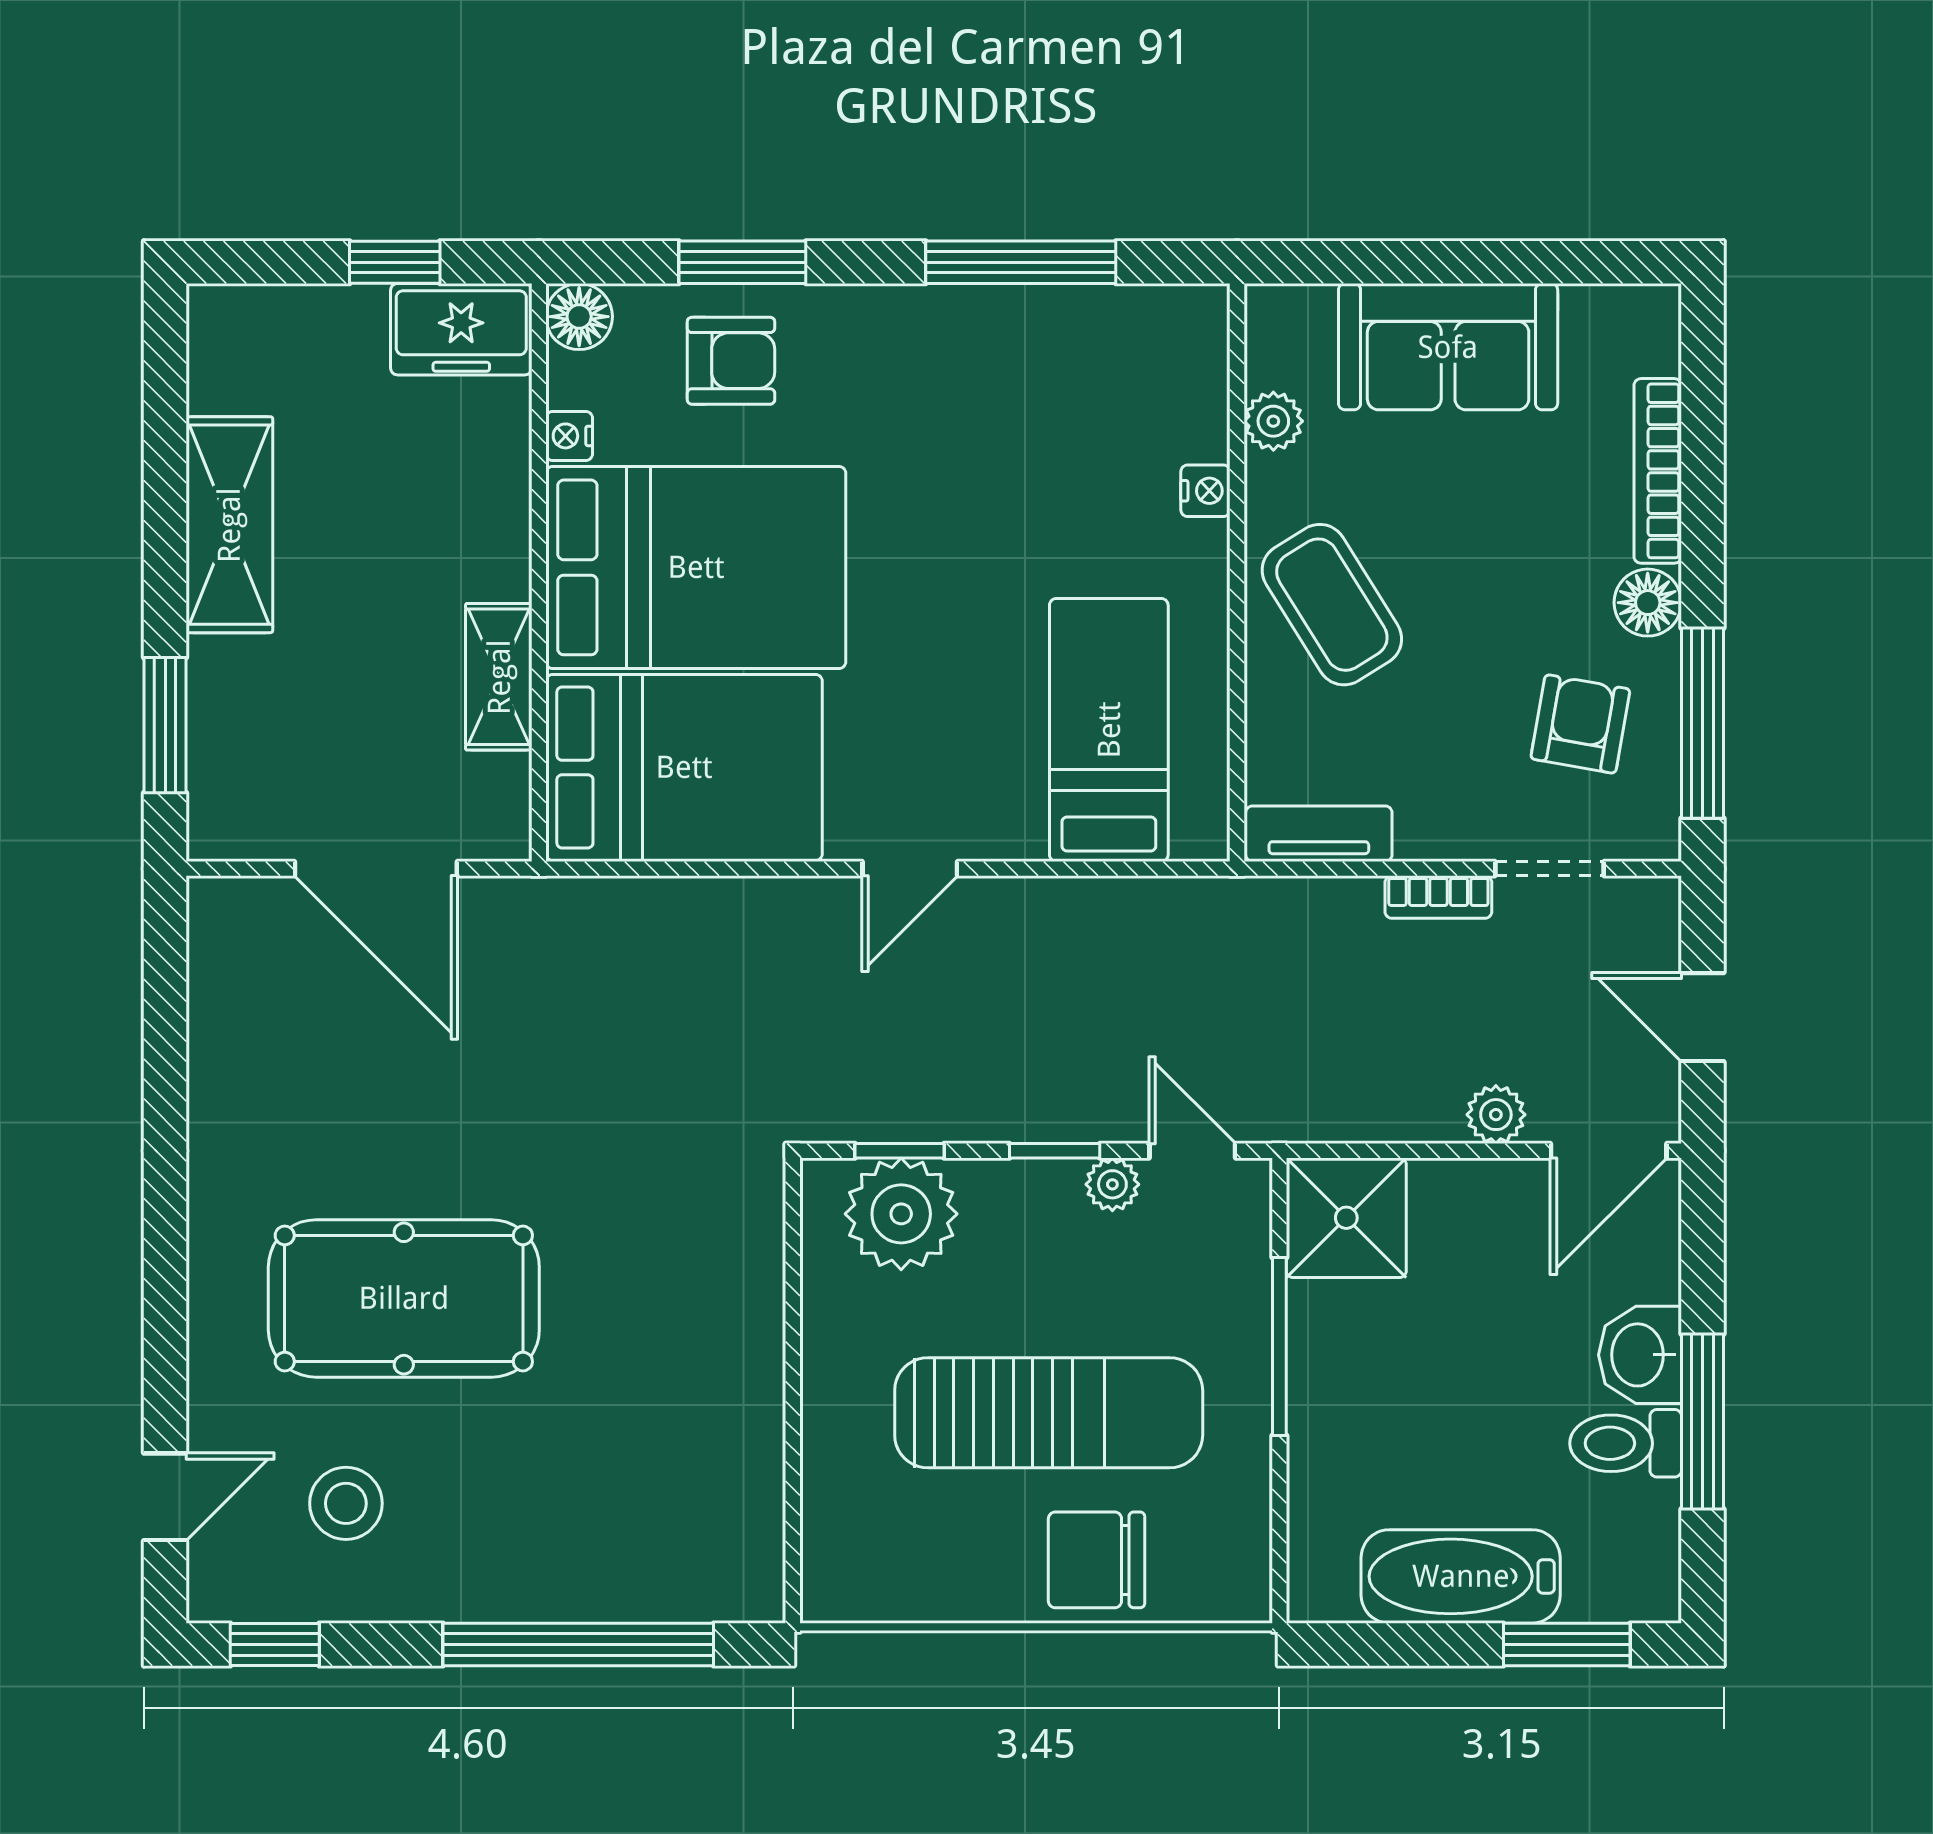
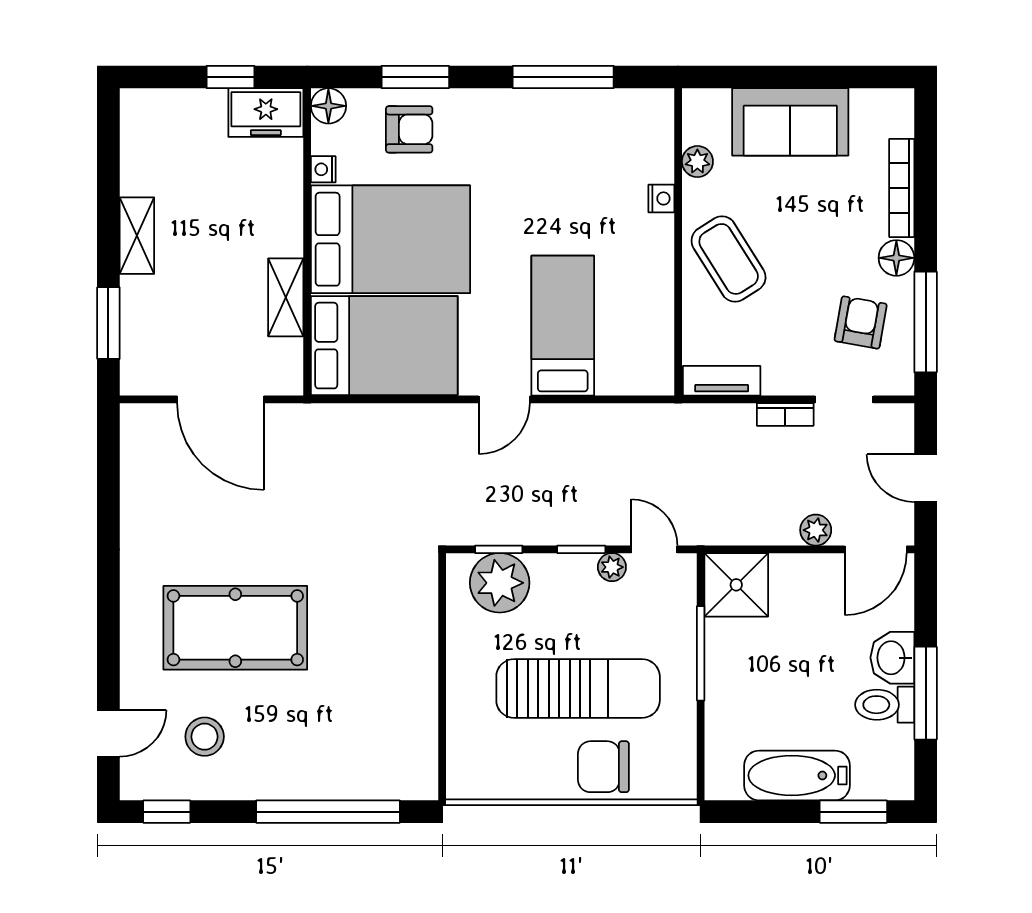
shelving: (229, 525) -> (137, 236), width x0.67, depth x0.75
bed: (1109, 730) -> (563, 326), moved

